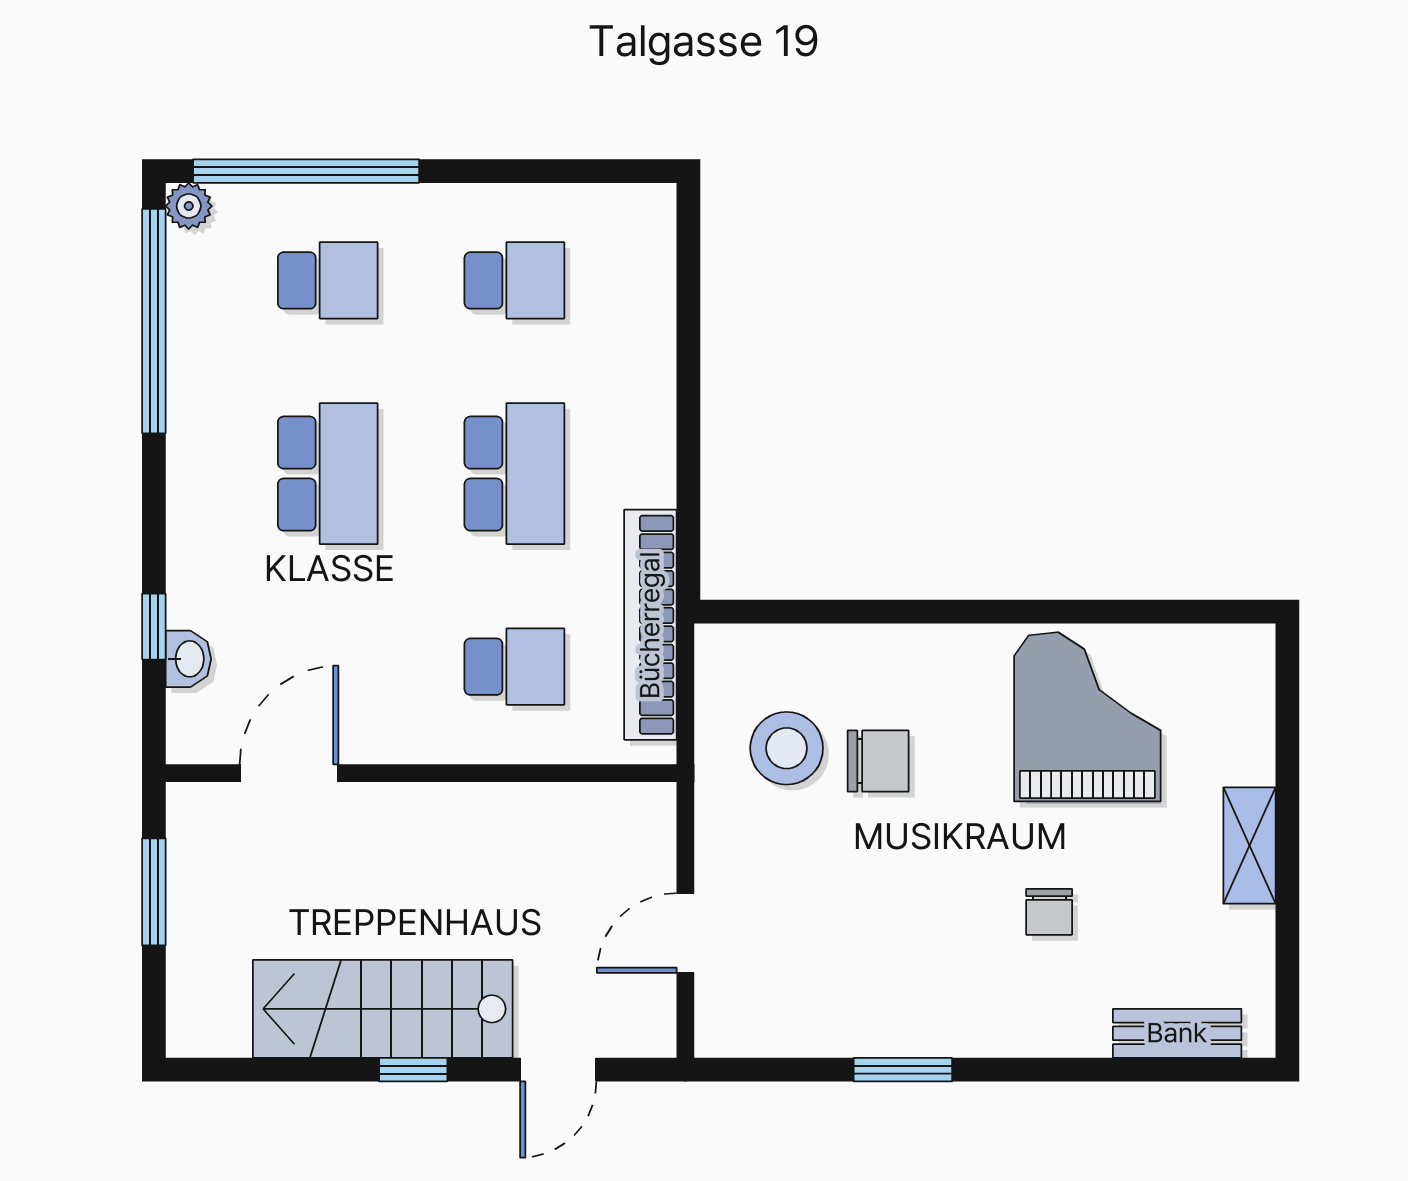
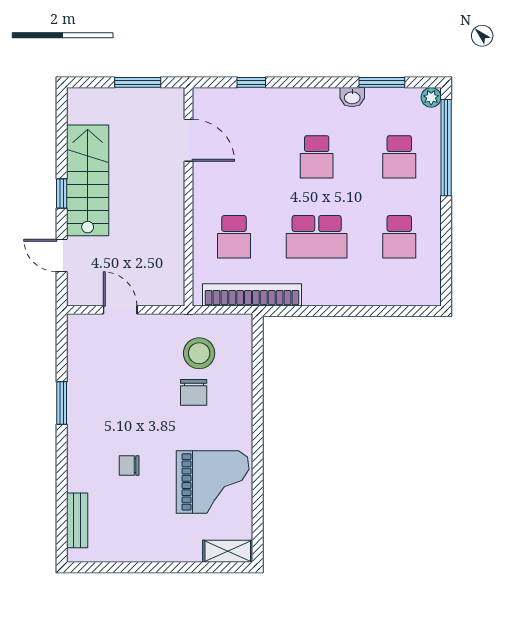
window: (154, 321) -> (382, 82), width x0.47
school desk: (328, 474) -> (317, 157), width x0.54
washbasin: (188, 659) -> (352, 97), moved
shelving: (1249, 846) -> (228, 551), moved

